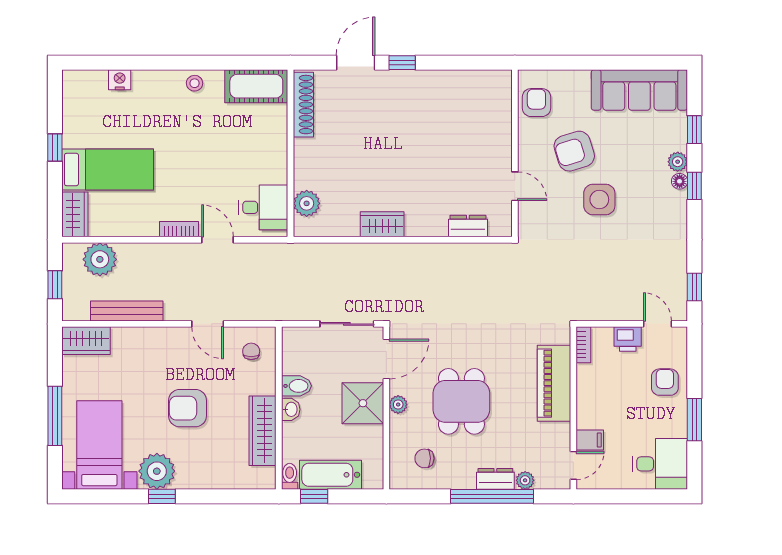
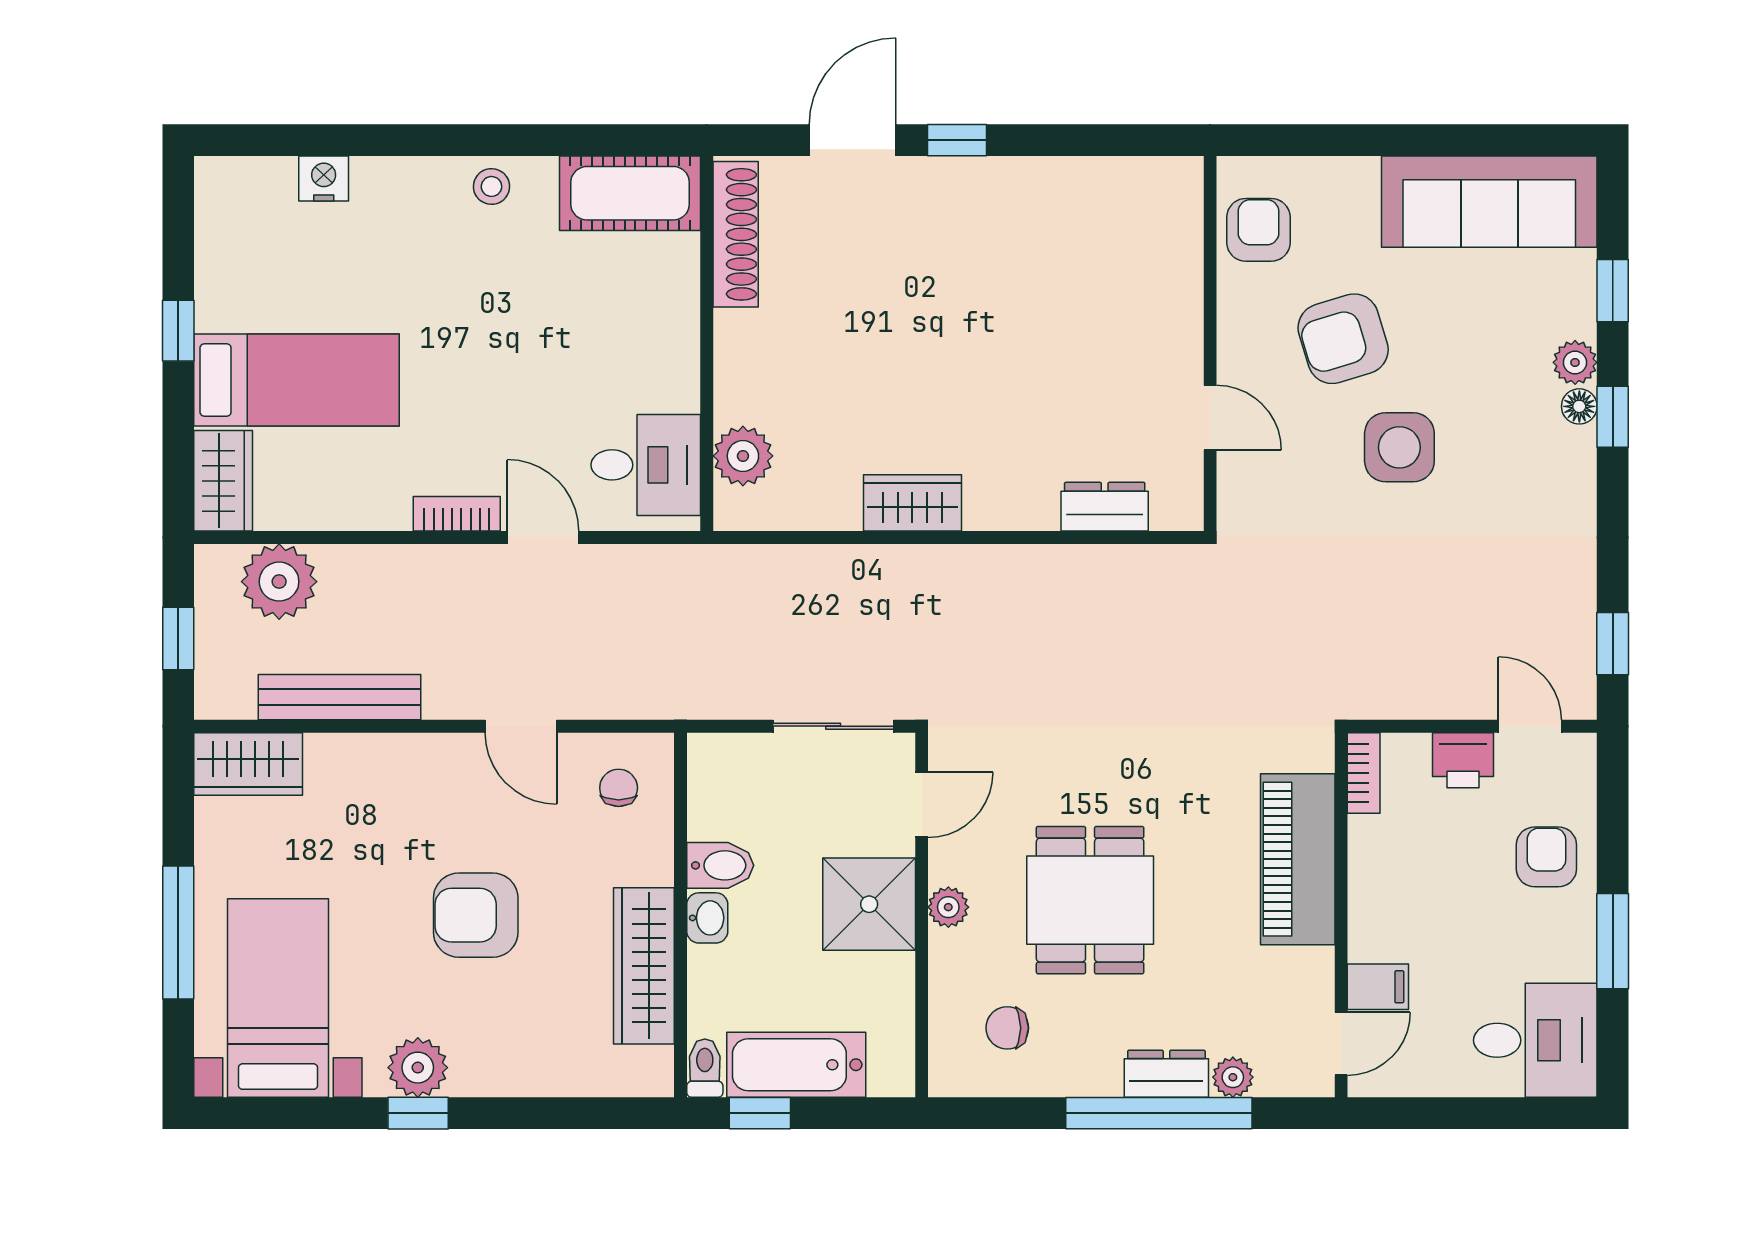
door: (386, 359) -> (922, 805), width x0.73
plant: (157, 471) -> (418, 1068), width x0.73, depth x0.73

